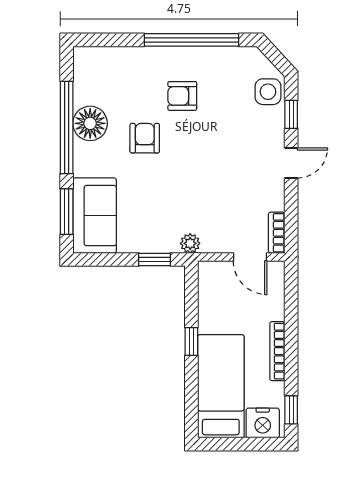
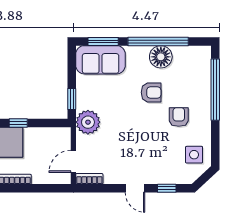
window: (191, 40) -> (215, 90), moved
side table: (268, 92) -> (194, 155), moved
plant: (190, 243) -> (88, 122), width x1.88, depth x1.88

